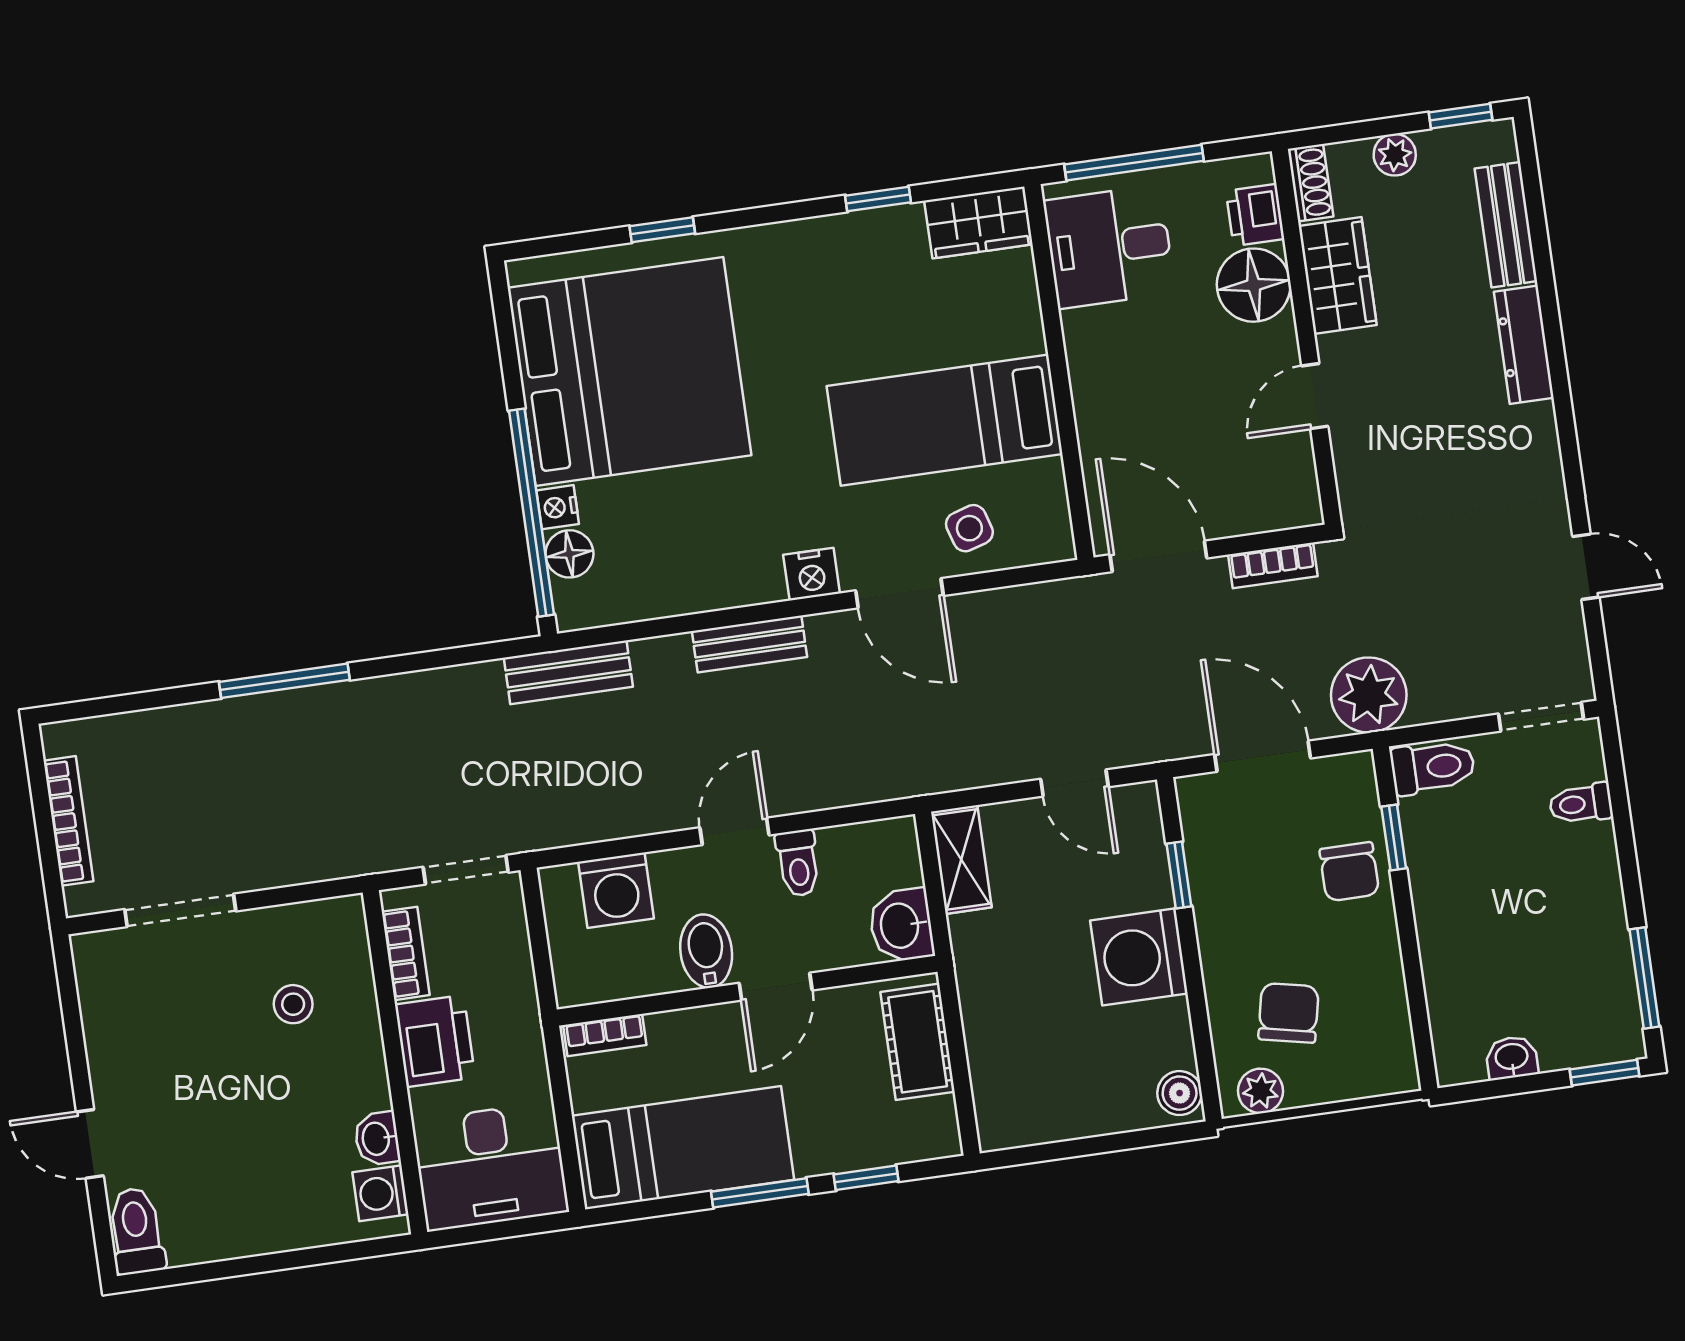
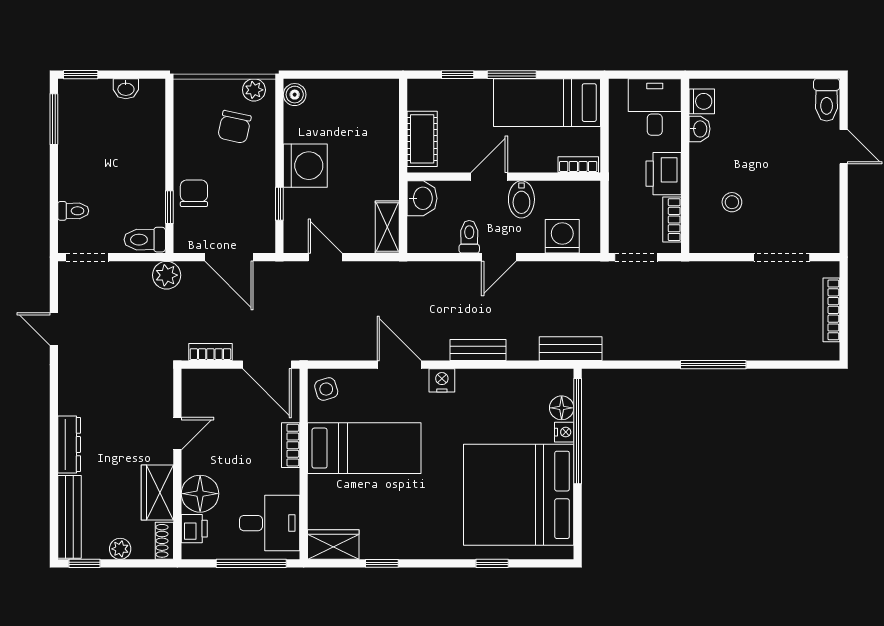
bench: (1506, 225) -> (69, 517), width x1.36
bookcase: (1090, 405) -> (291, 445), added
side table: (969, 528) -> (326, 389), moved
plant: (1369, 695) -> (167, 275), width x0.73, depth x0.73
desk: (490, 1166) -> (655, 107), width x0.73

